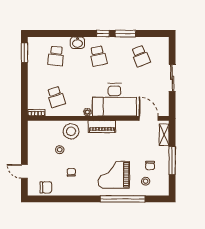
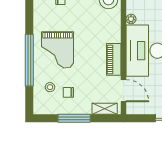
door: (149, 118) -> (124, 91), hinge flipped
piano: (102, 127) -> (114, 59), moved
grand piano: (114, 175) -> (57, 50), turned 180

